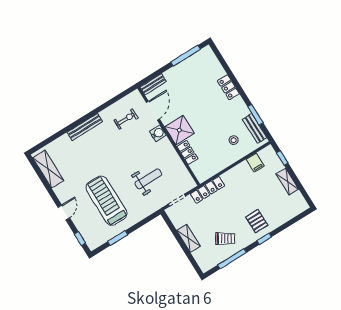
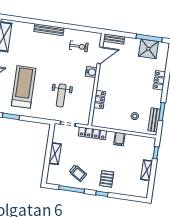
shower: (179, 130) -> (148, 49), moved
filing cabinet: (255, 163) -> (119, 139), moved
weight bench: (148, 179) -> (61, 95), turned 90

